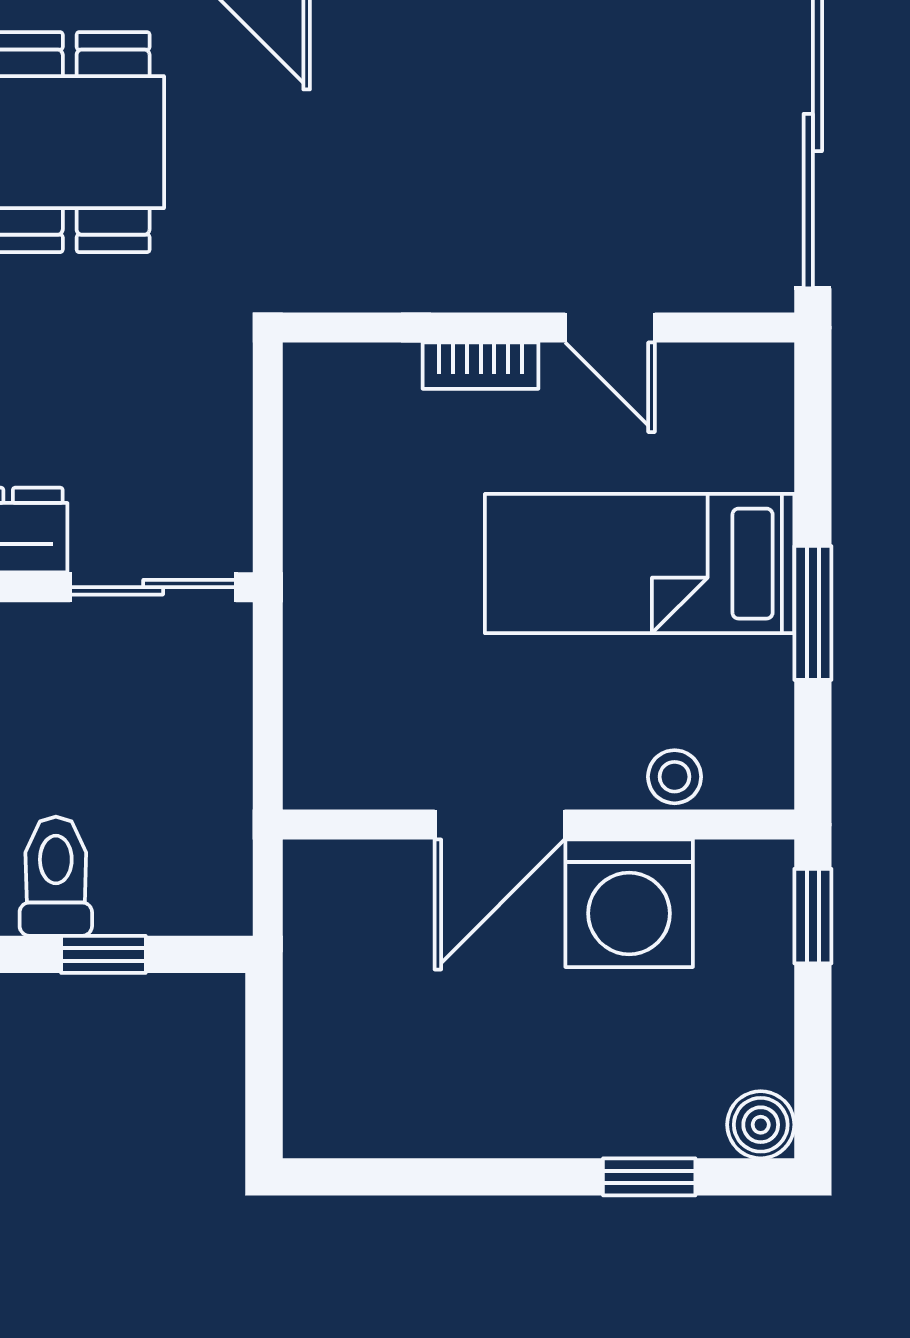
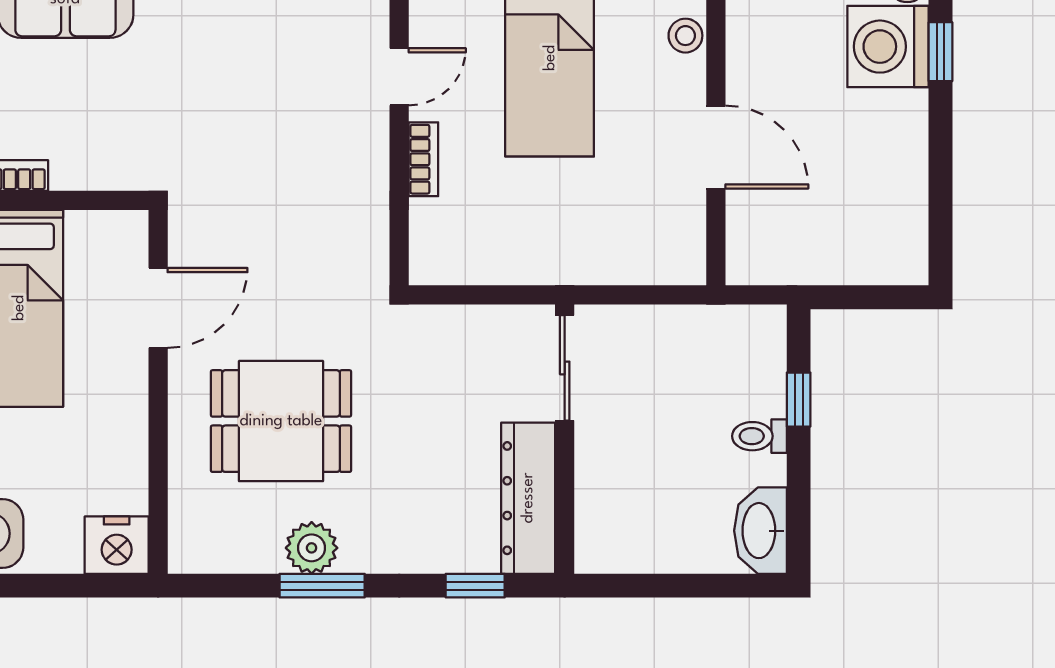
toilet: (56, 876) -> (759, 436), width x0.73, depth x0.72
washing machine: (629, 903) -> (888, 47), moved, turned 180

